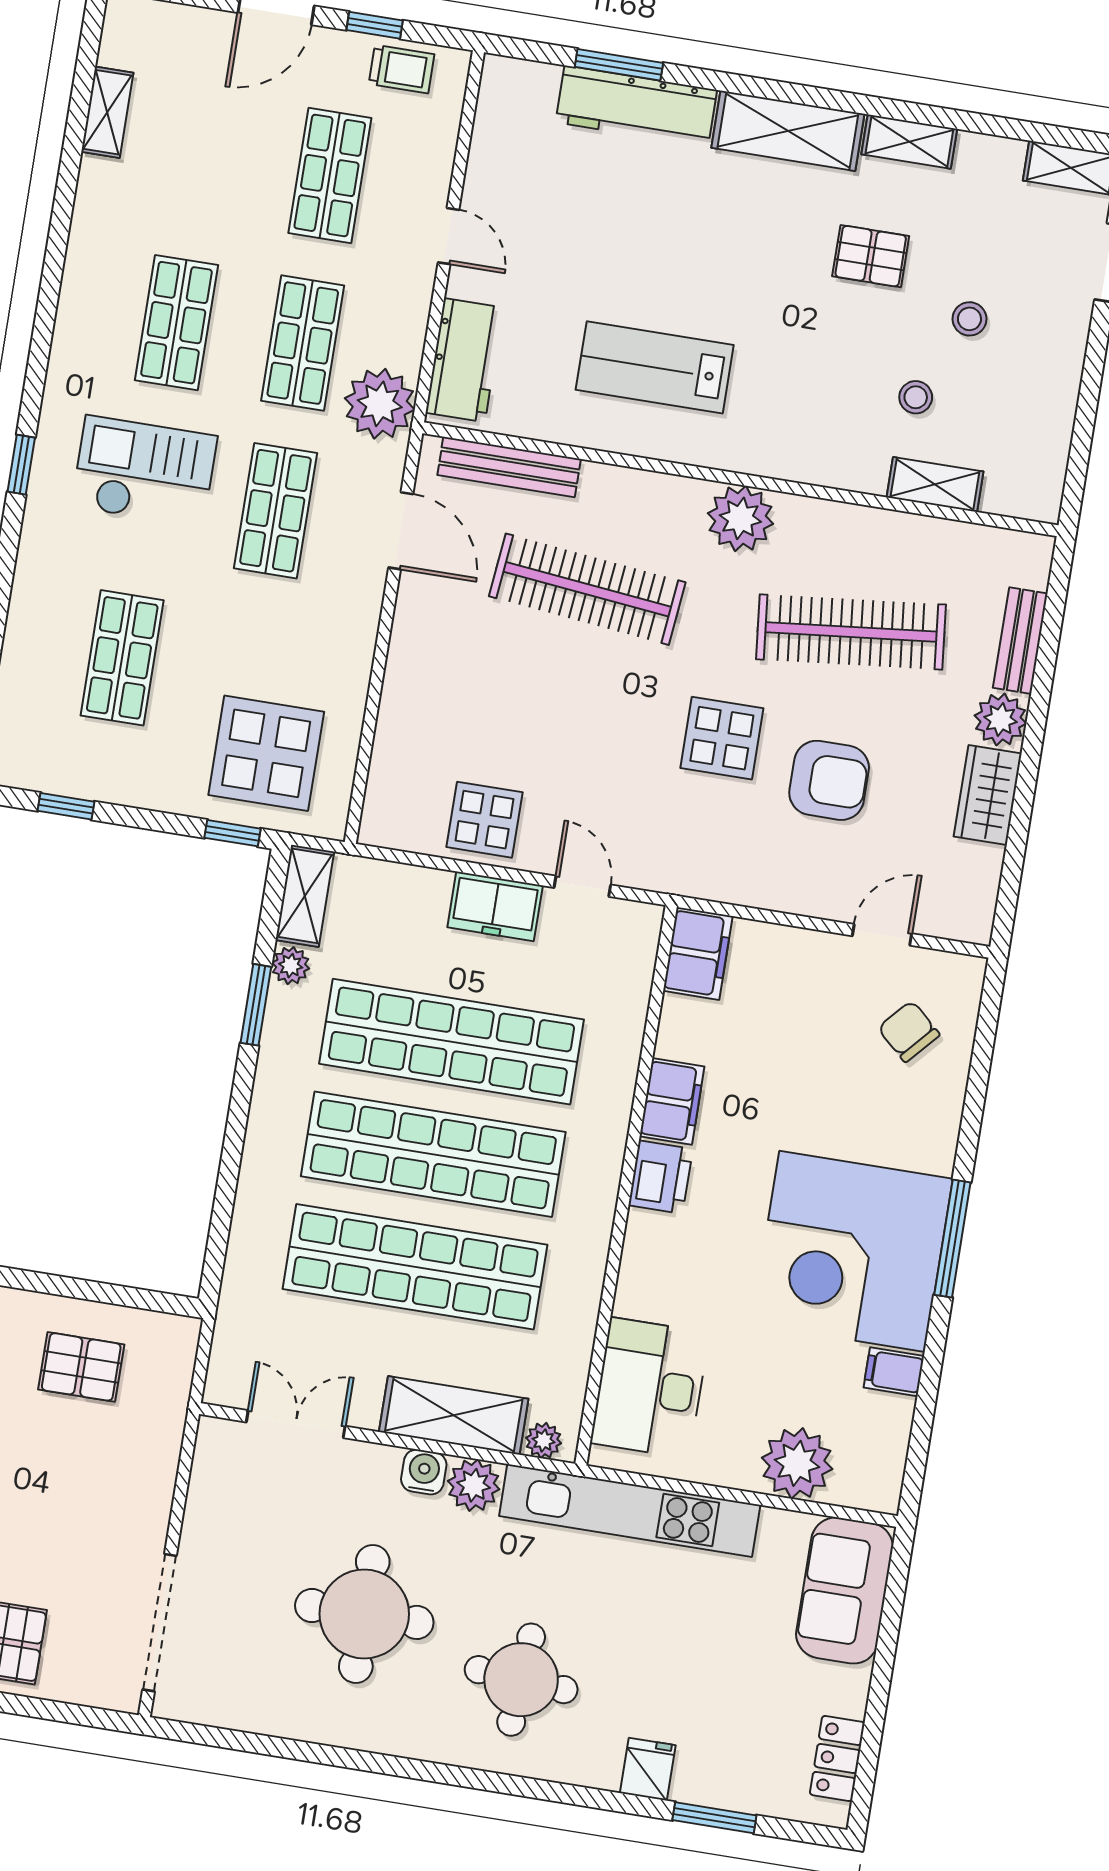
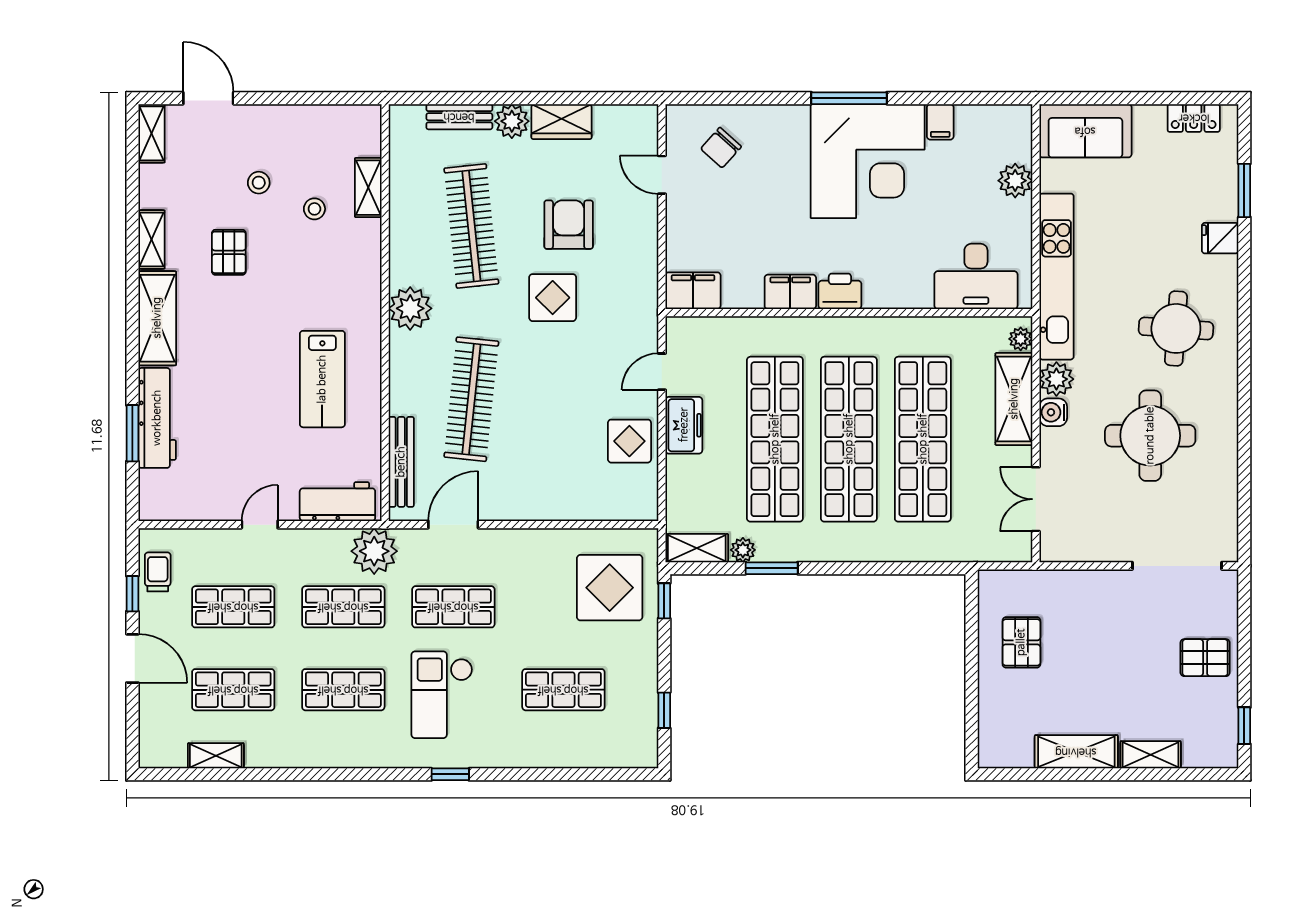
shop shelf: (204, 155) -> (233, 690), added
plant: (797, 1463) -> (1015, 181), width x0.73, depth x0.73

